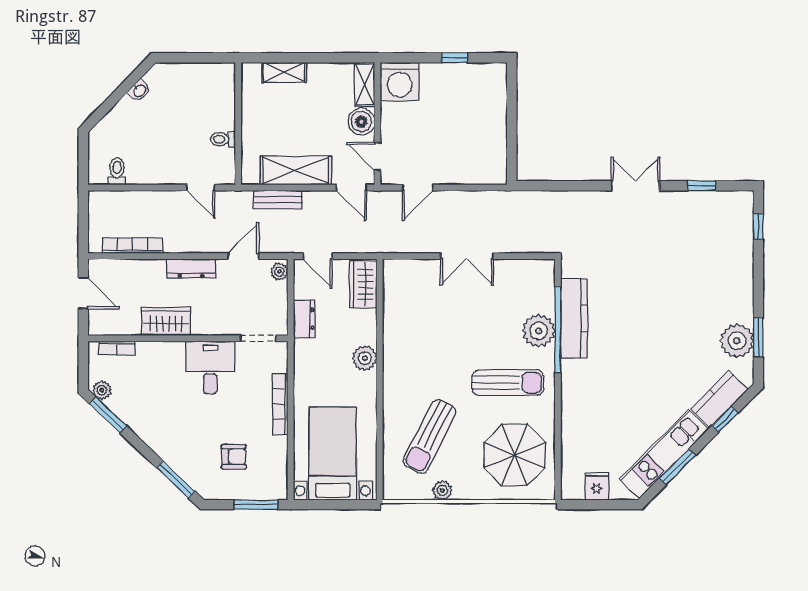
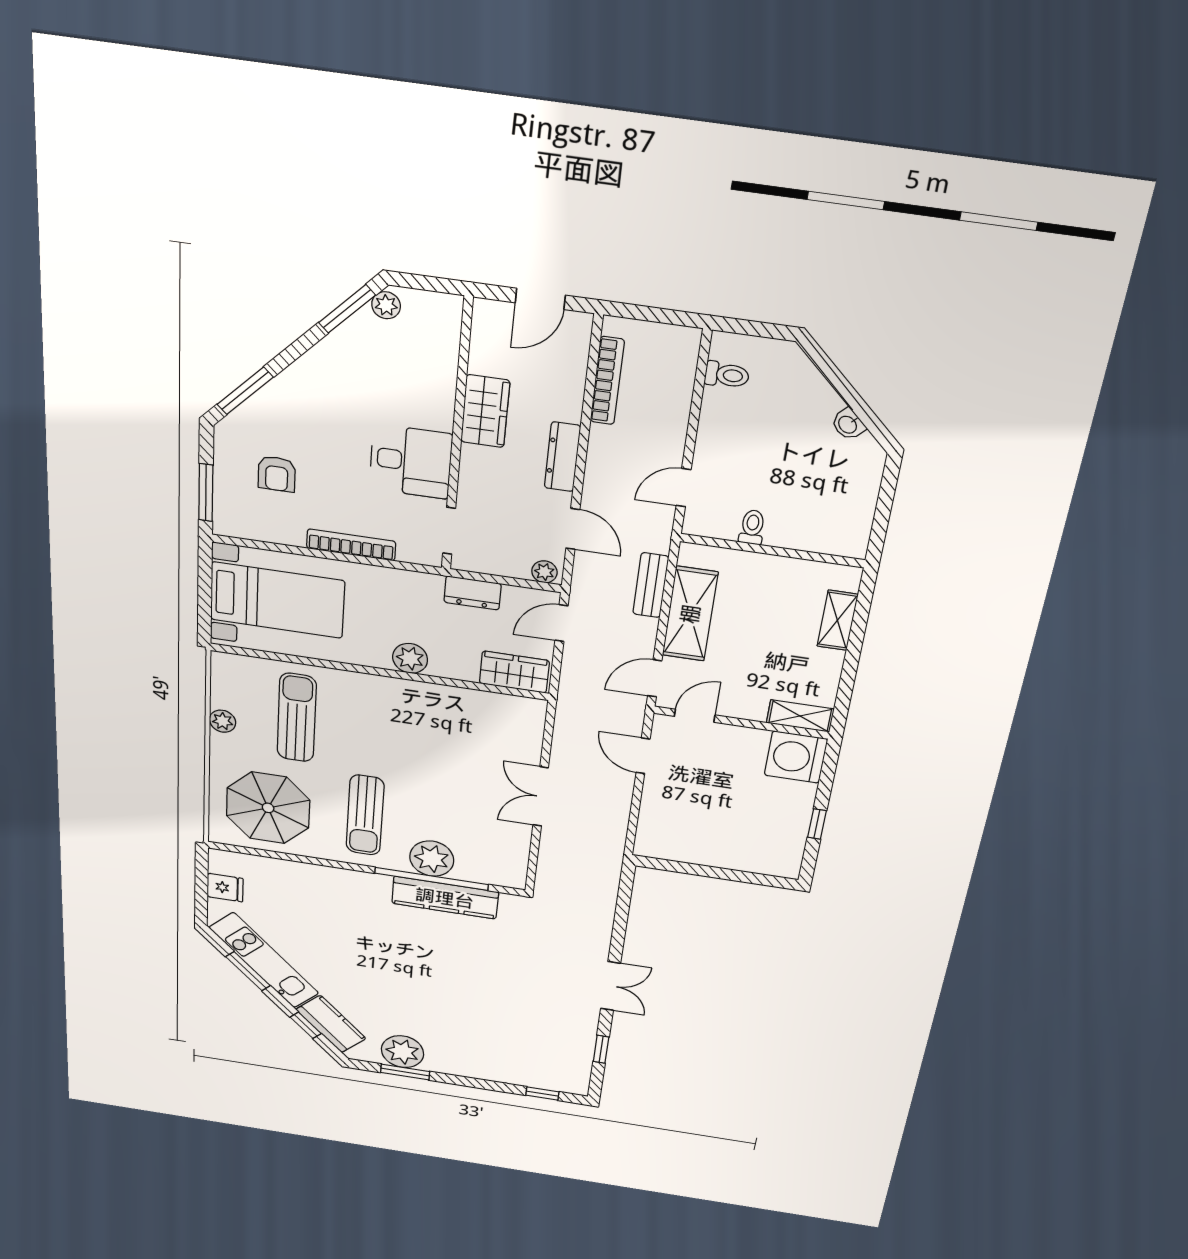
boiler: (361, 122) -> (747, 704), removed
bookcase: (117, 348) -> (450, 336), removed
sun lounger: (430, 436) -> (297, 718), turned 63

